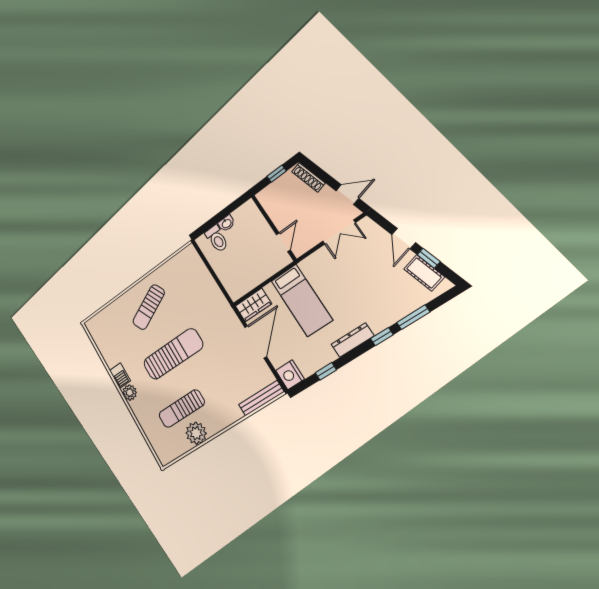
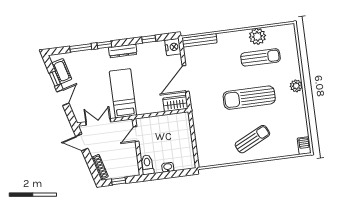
toilet: (217, 239) -> (147, 165), moved
bed: (302, 300) -> (123, 93), moved
barbecue: (120, 376) -> (304, 146), moved

